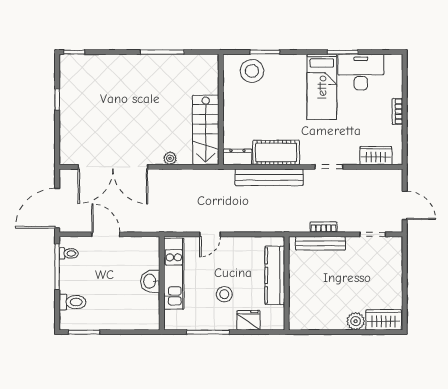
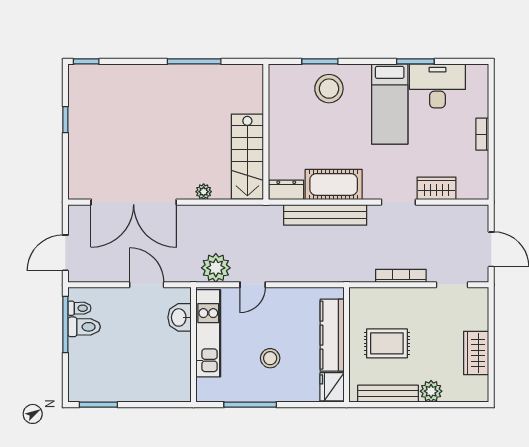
stool: (252, 71) -> (329, 89), moved
wardrobe: (376, 156) -> (436, 188), moved
door: (57, 208) -> (65, 253), width x0.73
plant: (180, 220) -> (216, 268), added
bookcase: (324, 227) -> (401, 276), width x1.56
door: (106, 234) -> (147, 285), moved
bench: (320, 243) -> (388, 394), moved
washbasin: (150, 281) -> (179, 317), moved
rug: (320, 282) -> (387, 343), added
toilet: (72, 302) -> (84, 327), moved
fridge: (248, 320) -> (332, 387), moved, turned -90
wardrobe: (384, 320) -> (476, 353), moved, turned -90

